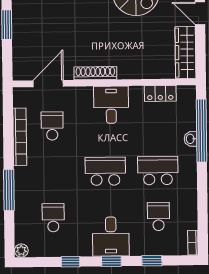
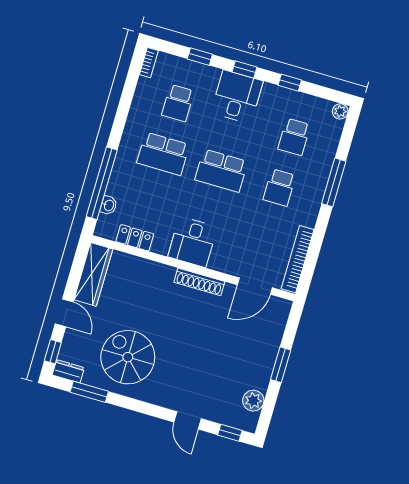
school desk: (52, 126) -> (279, 187), moved
bookcase: (20, 137) -> (298, 259), moved
washbasin: (191, 139) -> (109, 205), moved

